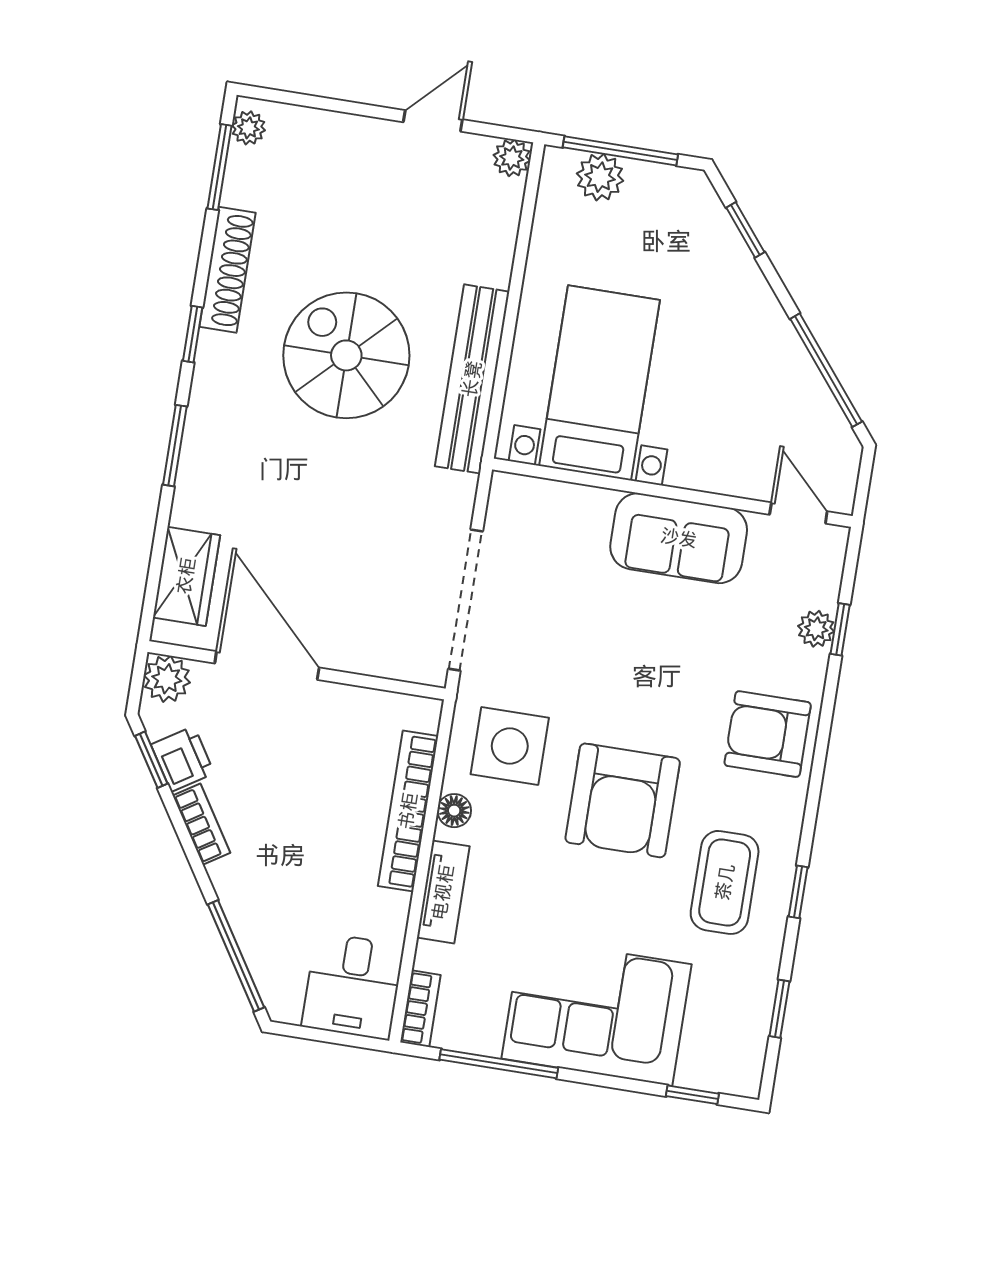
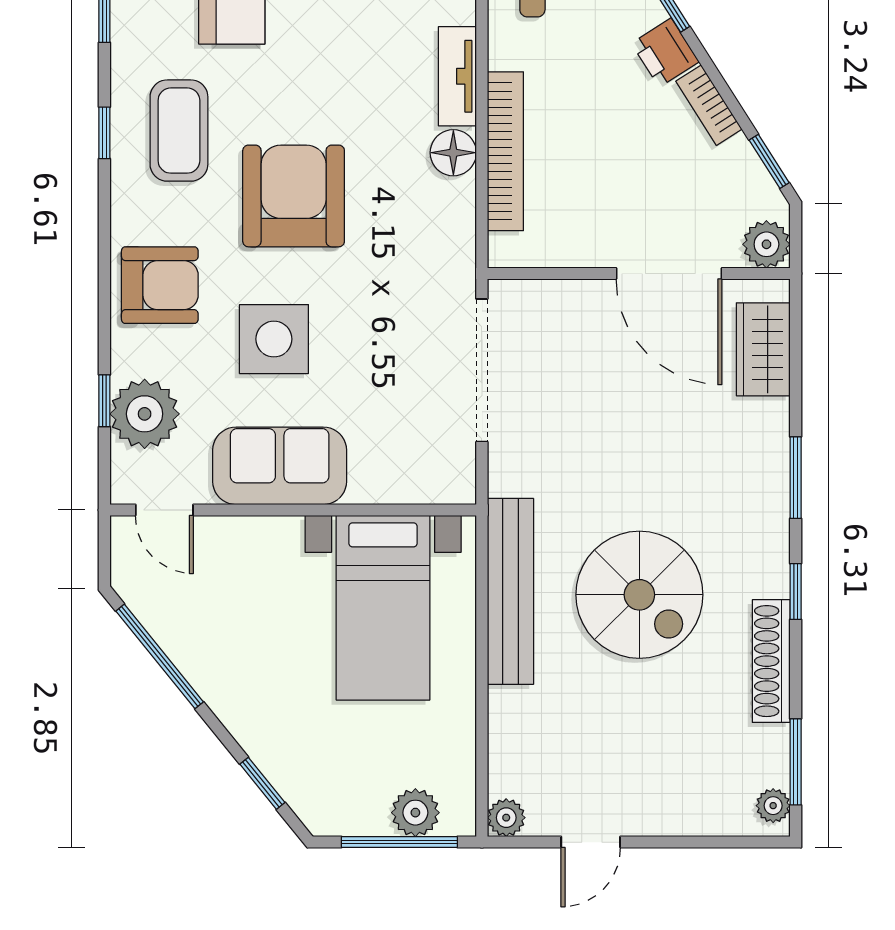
plant: (816, 629) -> (145, 414), width x1.88, depth x1.88
side table: (510, 746) -> (274, 339), moved
printer: (183, 759) -> (665, 52), moved
floor lamp: (454, 811) -> (453, 153), width x1.37, depth x1.37

